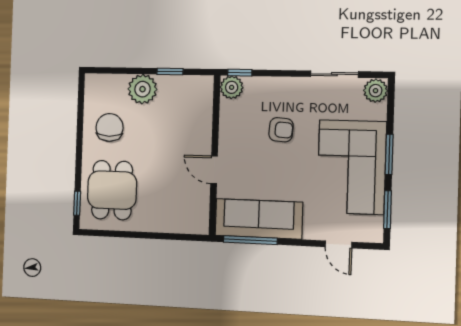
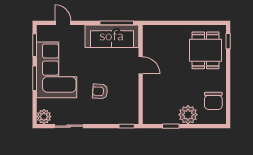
plant: (232, 87) -> (131, 117), removed
chair: (110, 127) -> (213, 101), moved

